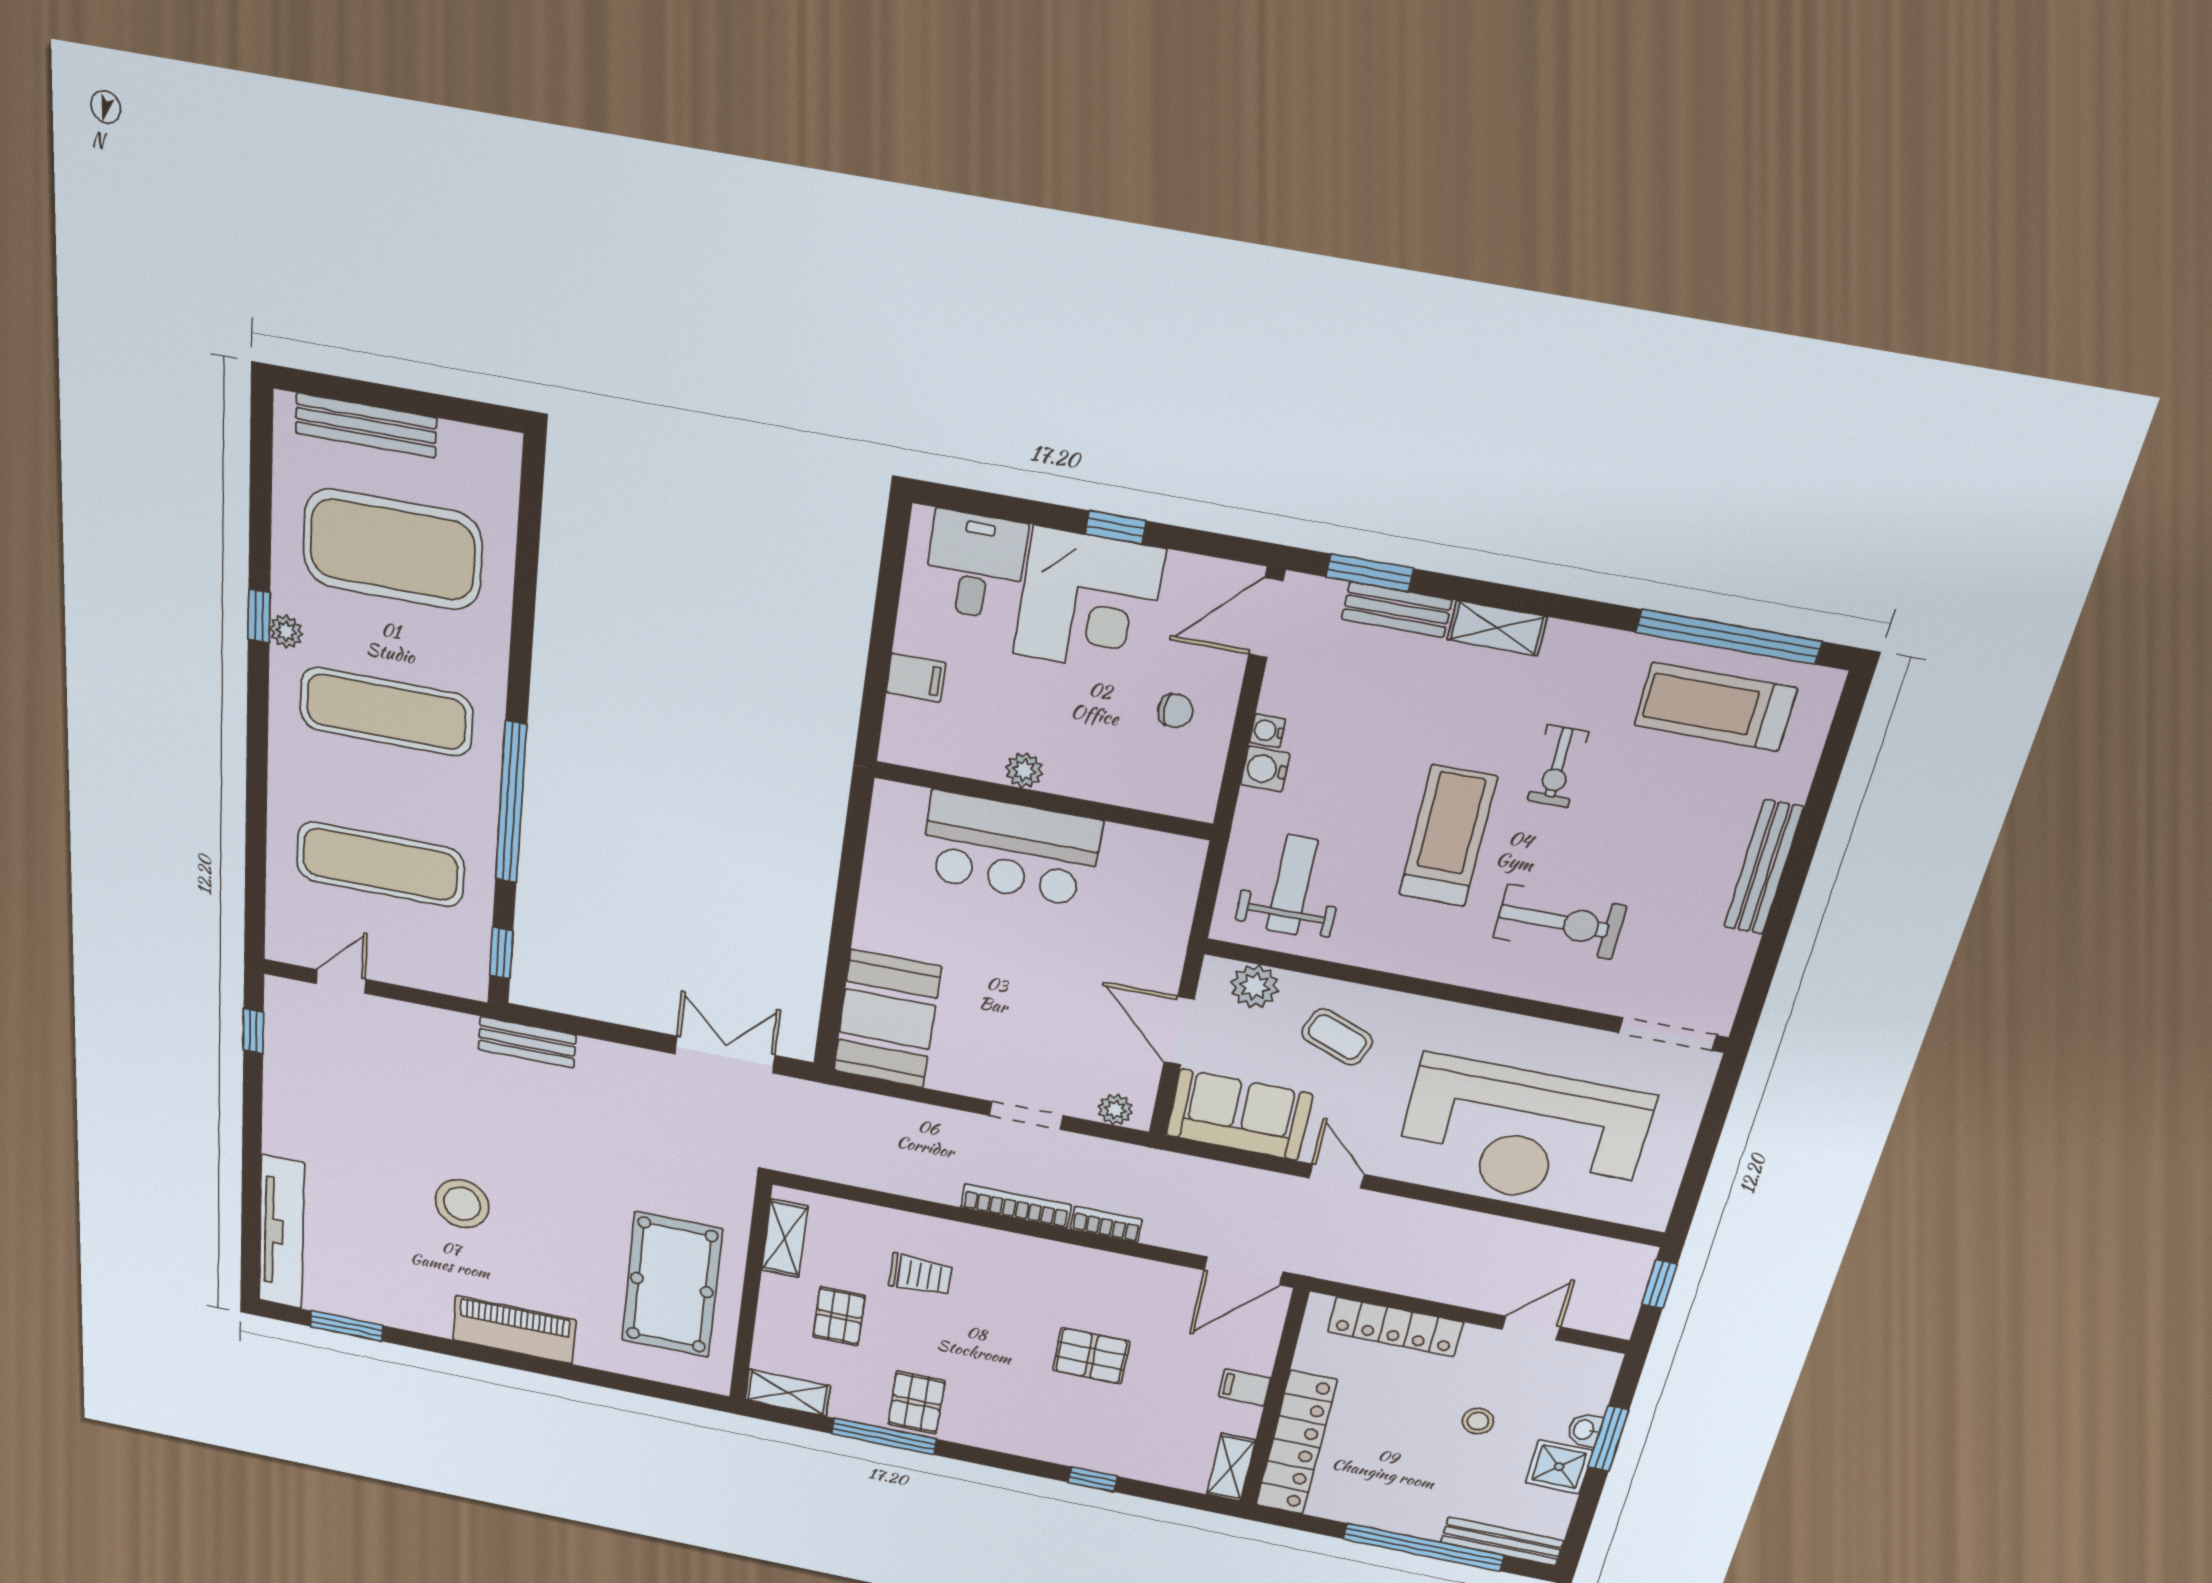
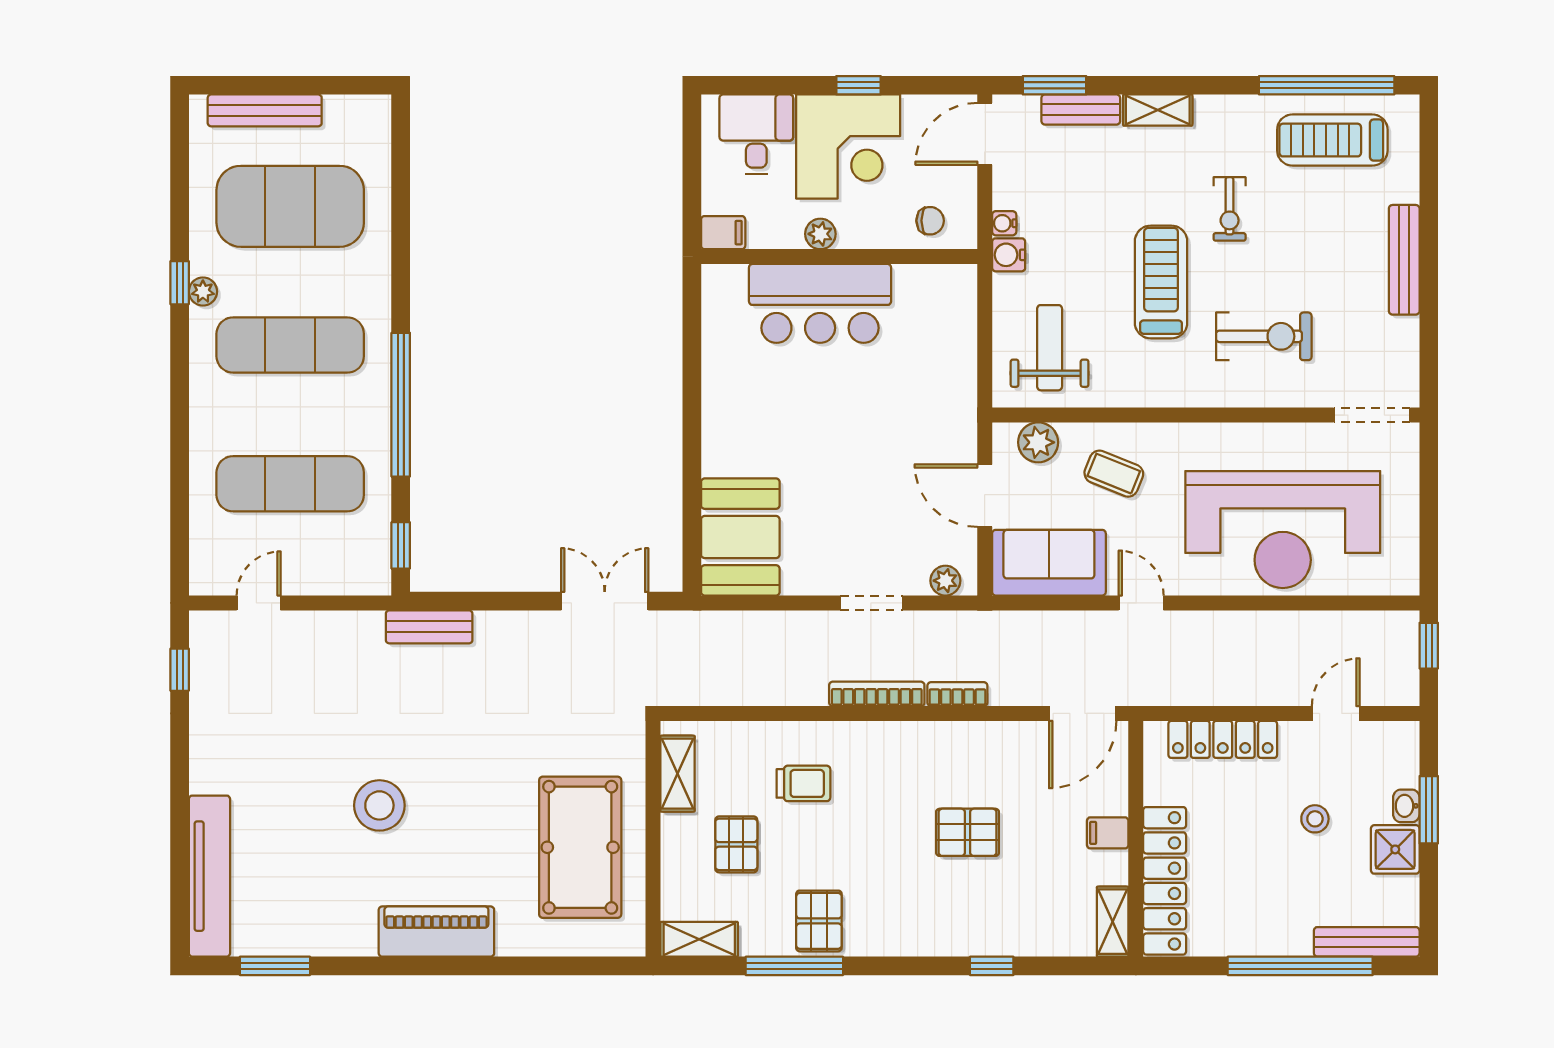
plant: (1024, 770) -> (820, 234), moved
wall: (1043, 801) -> (839, 257), moved
bar counter: (1011, 849) -> (820, 303), moved

